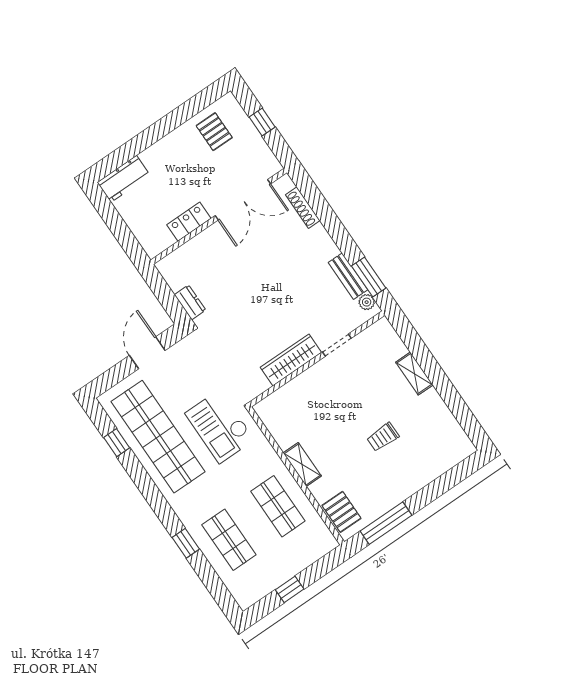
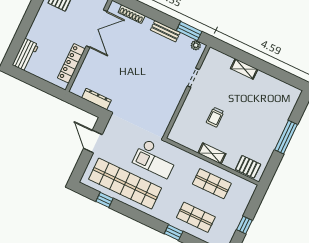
locker: (189, 222) -> (71, 63), width x1.53
bench: (348, 276) -> (165, 31), moved
dresser: (190, 302) -> (96, 99), width x1.44
wardrobe: (291, 360) -> (173, 100), removed
trolley: (383, 437) -> (215, 117), moved
window: (386, 523) -> (286, 137), moved

